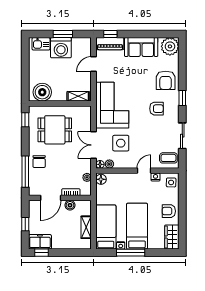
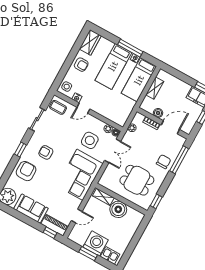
boiler: (42, 92) -> (118, 209), moved
floor lamp: (101, 179) -> (122, 120), removed

